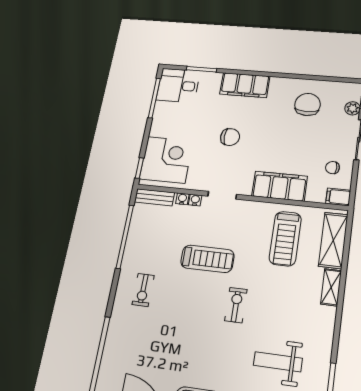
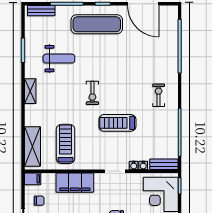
shelving: (331, 287) -> (30, 91), moved

